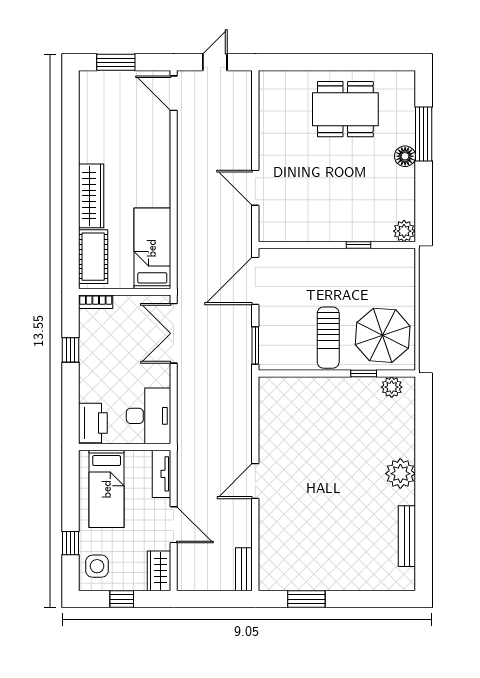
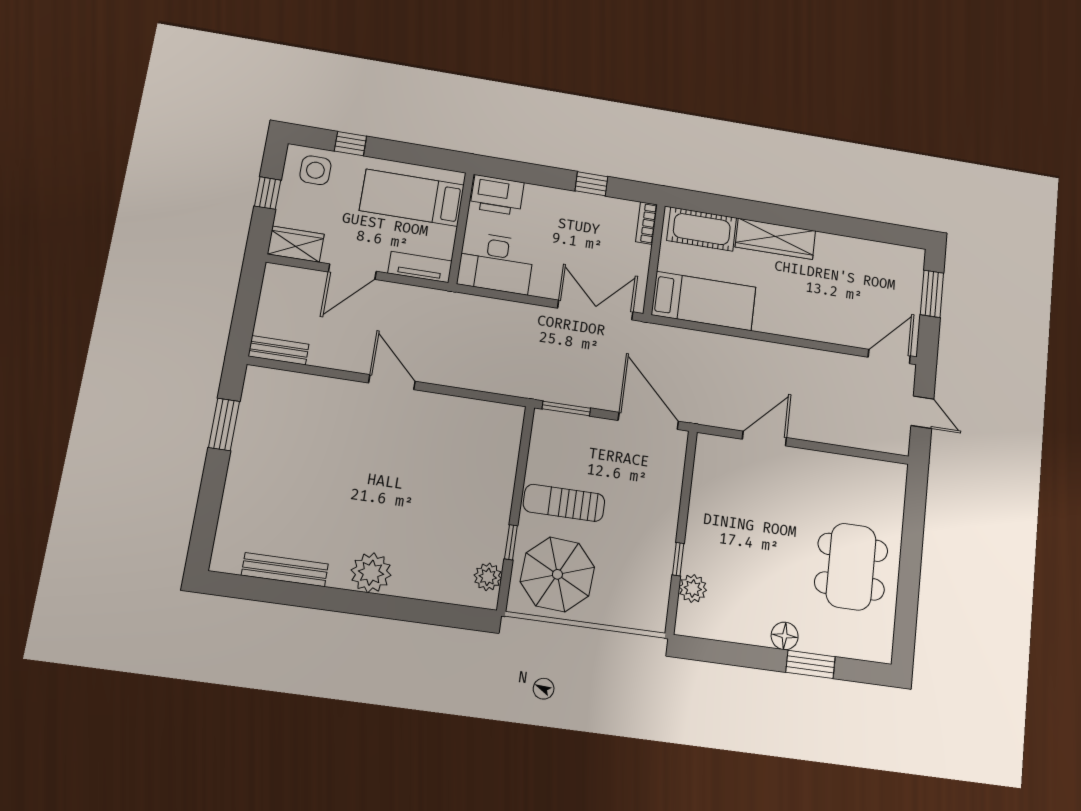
window: (424, 134) -> (810, 664), width x0.69
plant: (404, 231) -> (693, 588), moved

